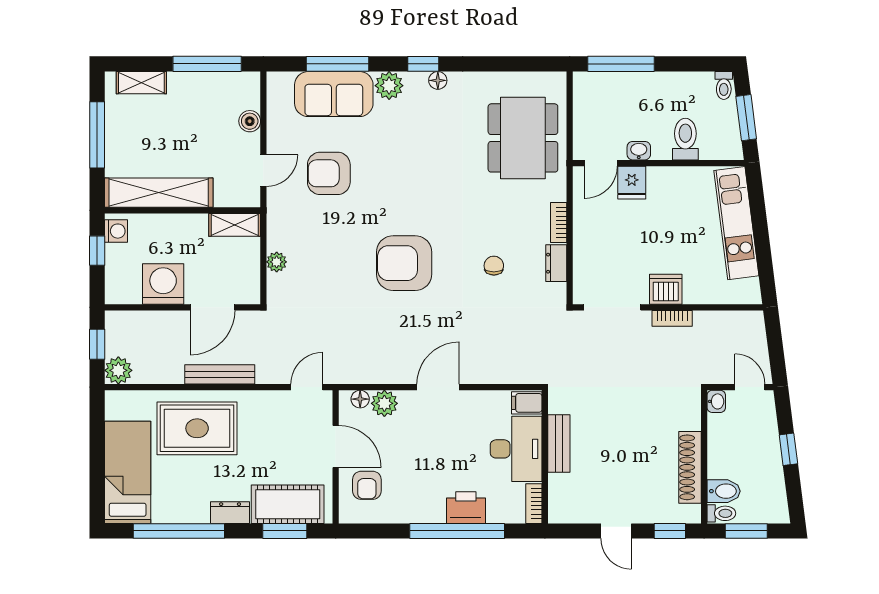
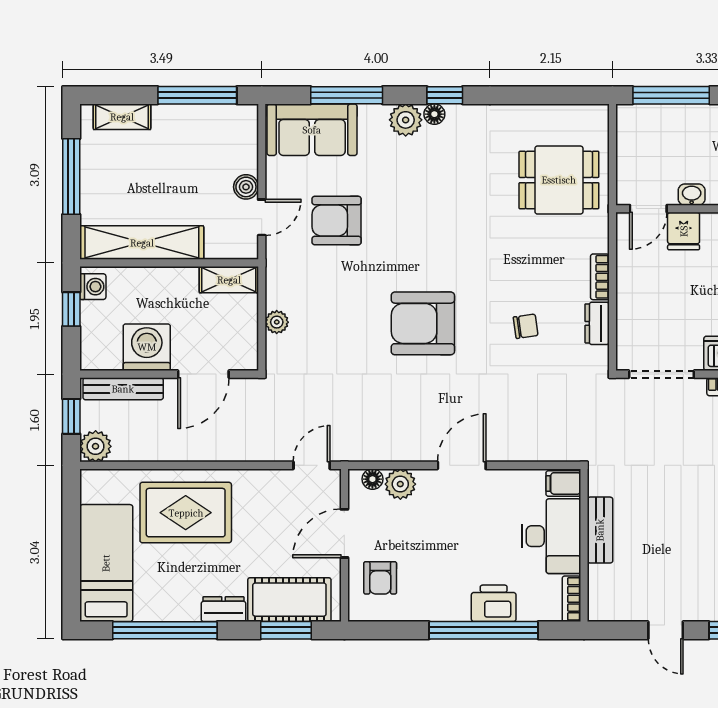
floor lamp: (438, 80) -> (434, 114), moved
sofa: (334, 94) -> (312, 130), moved
boiler: (250, 121) -> (246, 187), moved
dining table: (523, 138) -> (559, 180), width x0.73
chair: (494, 266) -> (526, 326), turned 82
bench: (220, 374) -> (123, 389), moved
door: (336, 446) -> (344, 533), swing flipped

